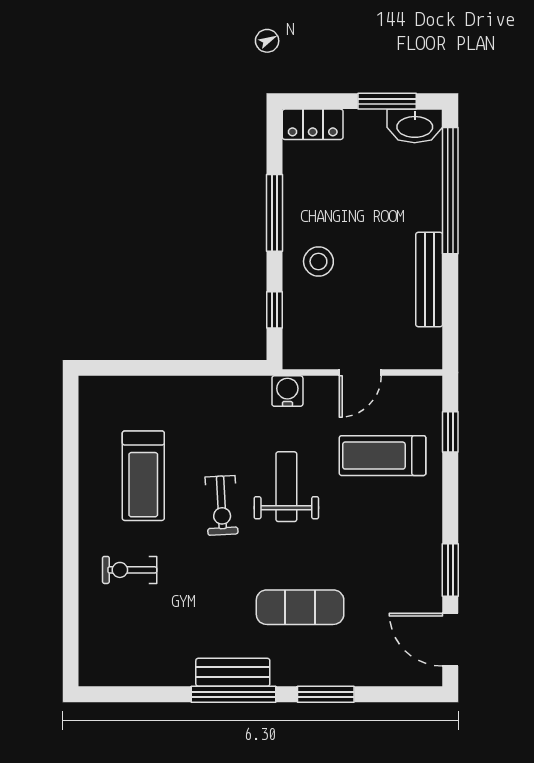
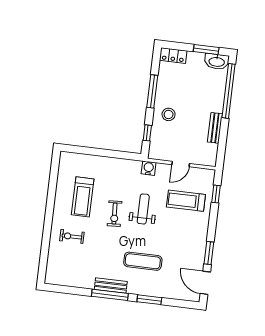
bench: (429, 280) -> (215, 128), width x0.73

